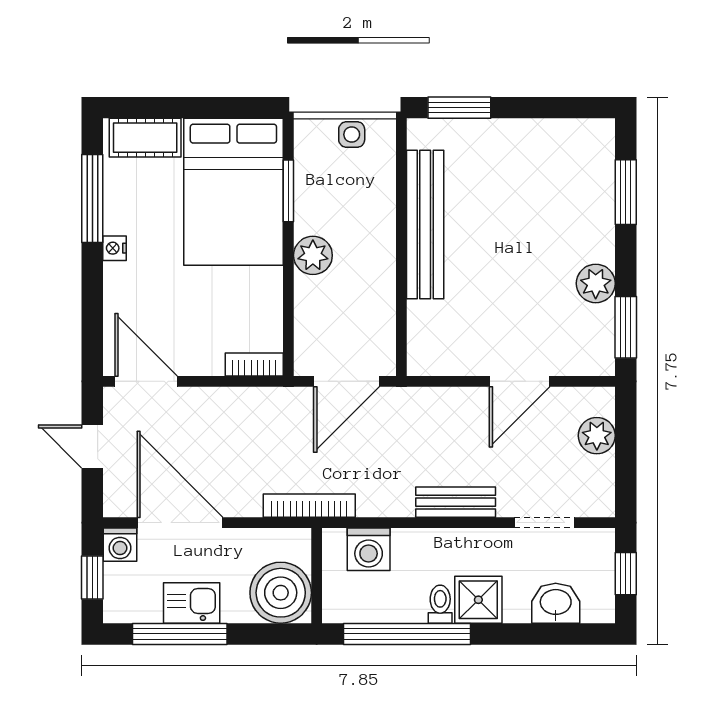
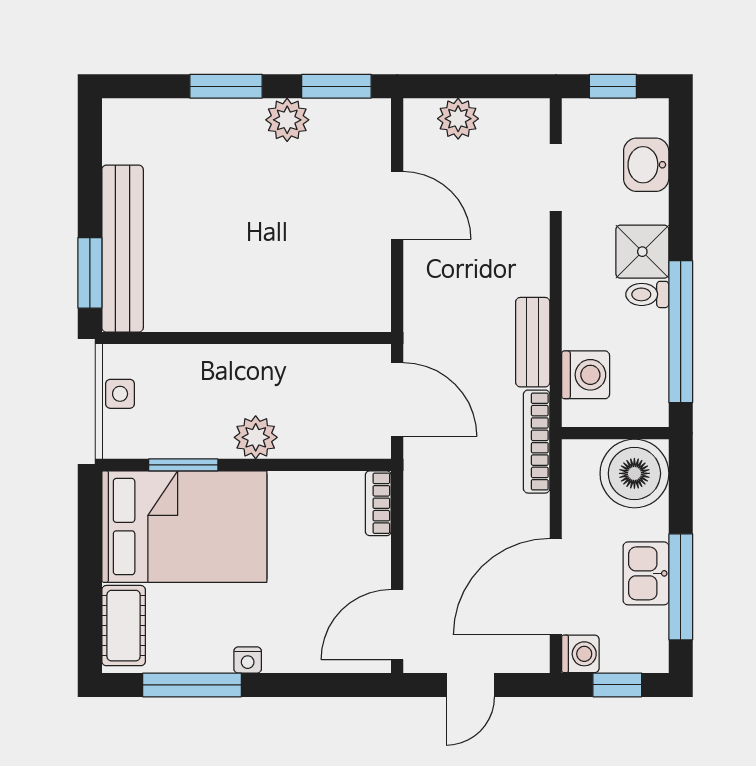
window: (626, 192) -> (226, 86), moved
bench: (425, 224) -> (123, 249), moved, turned 90
bench: (456, 502) -> (533, 342), moved

